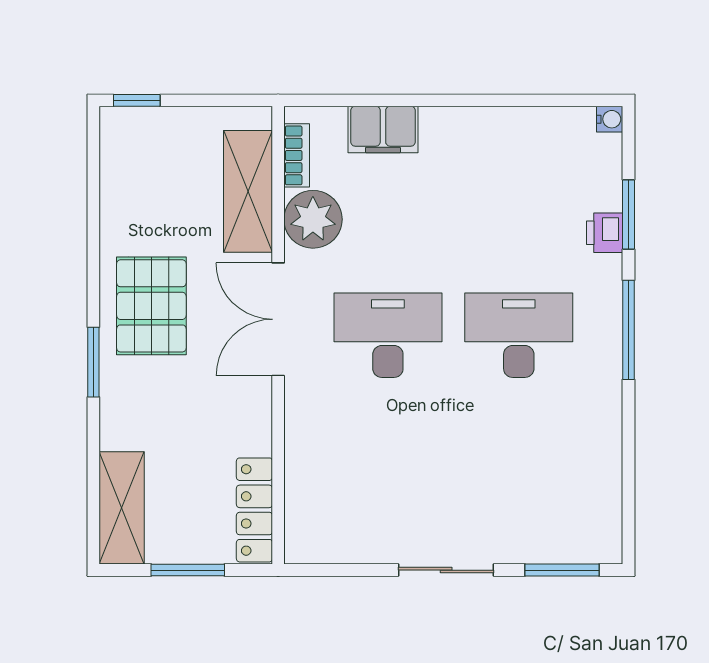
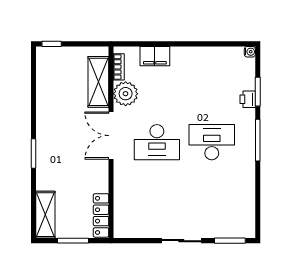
pallet: (151, 306) -> (58, 130), removed
desk: (388, 335) -> (157, 142), turned 180

